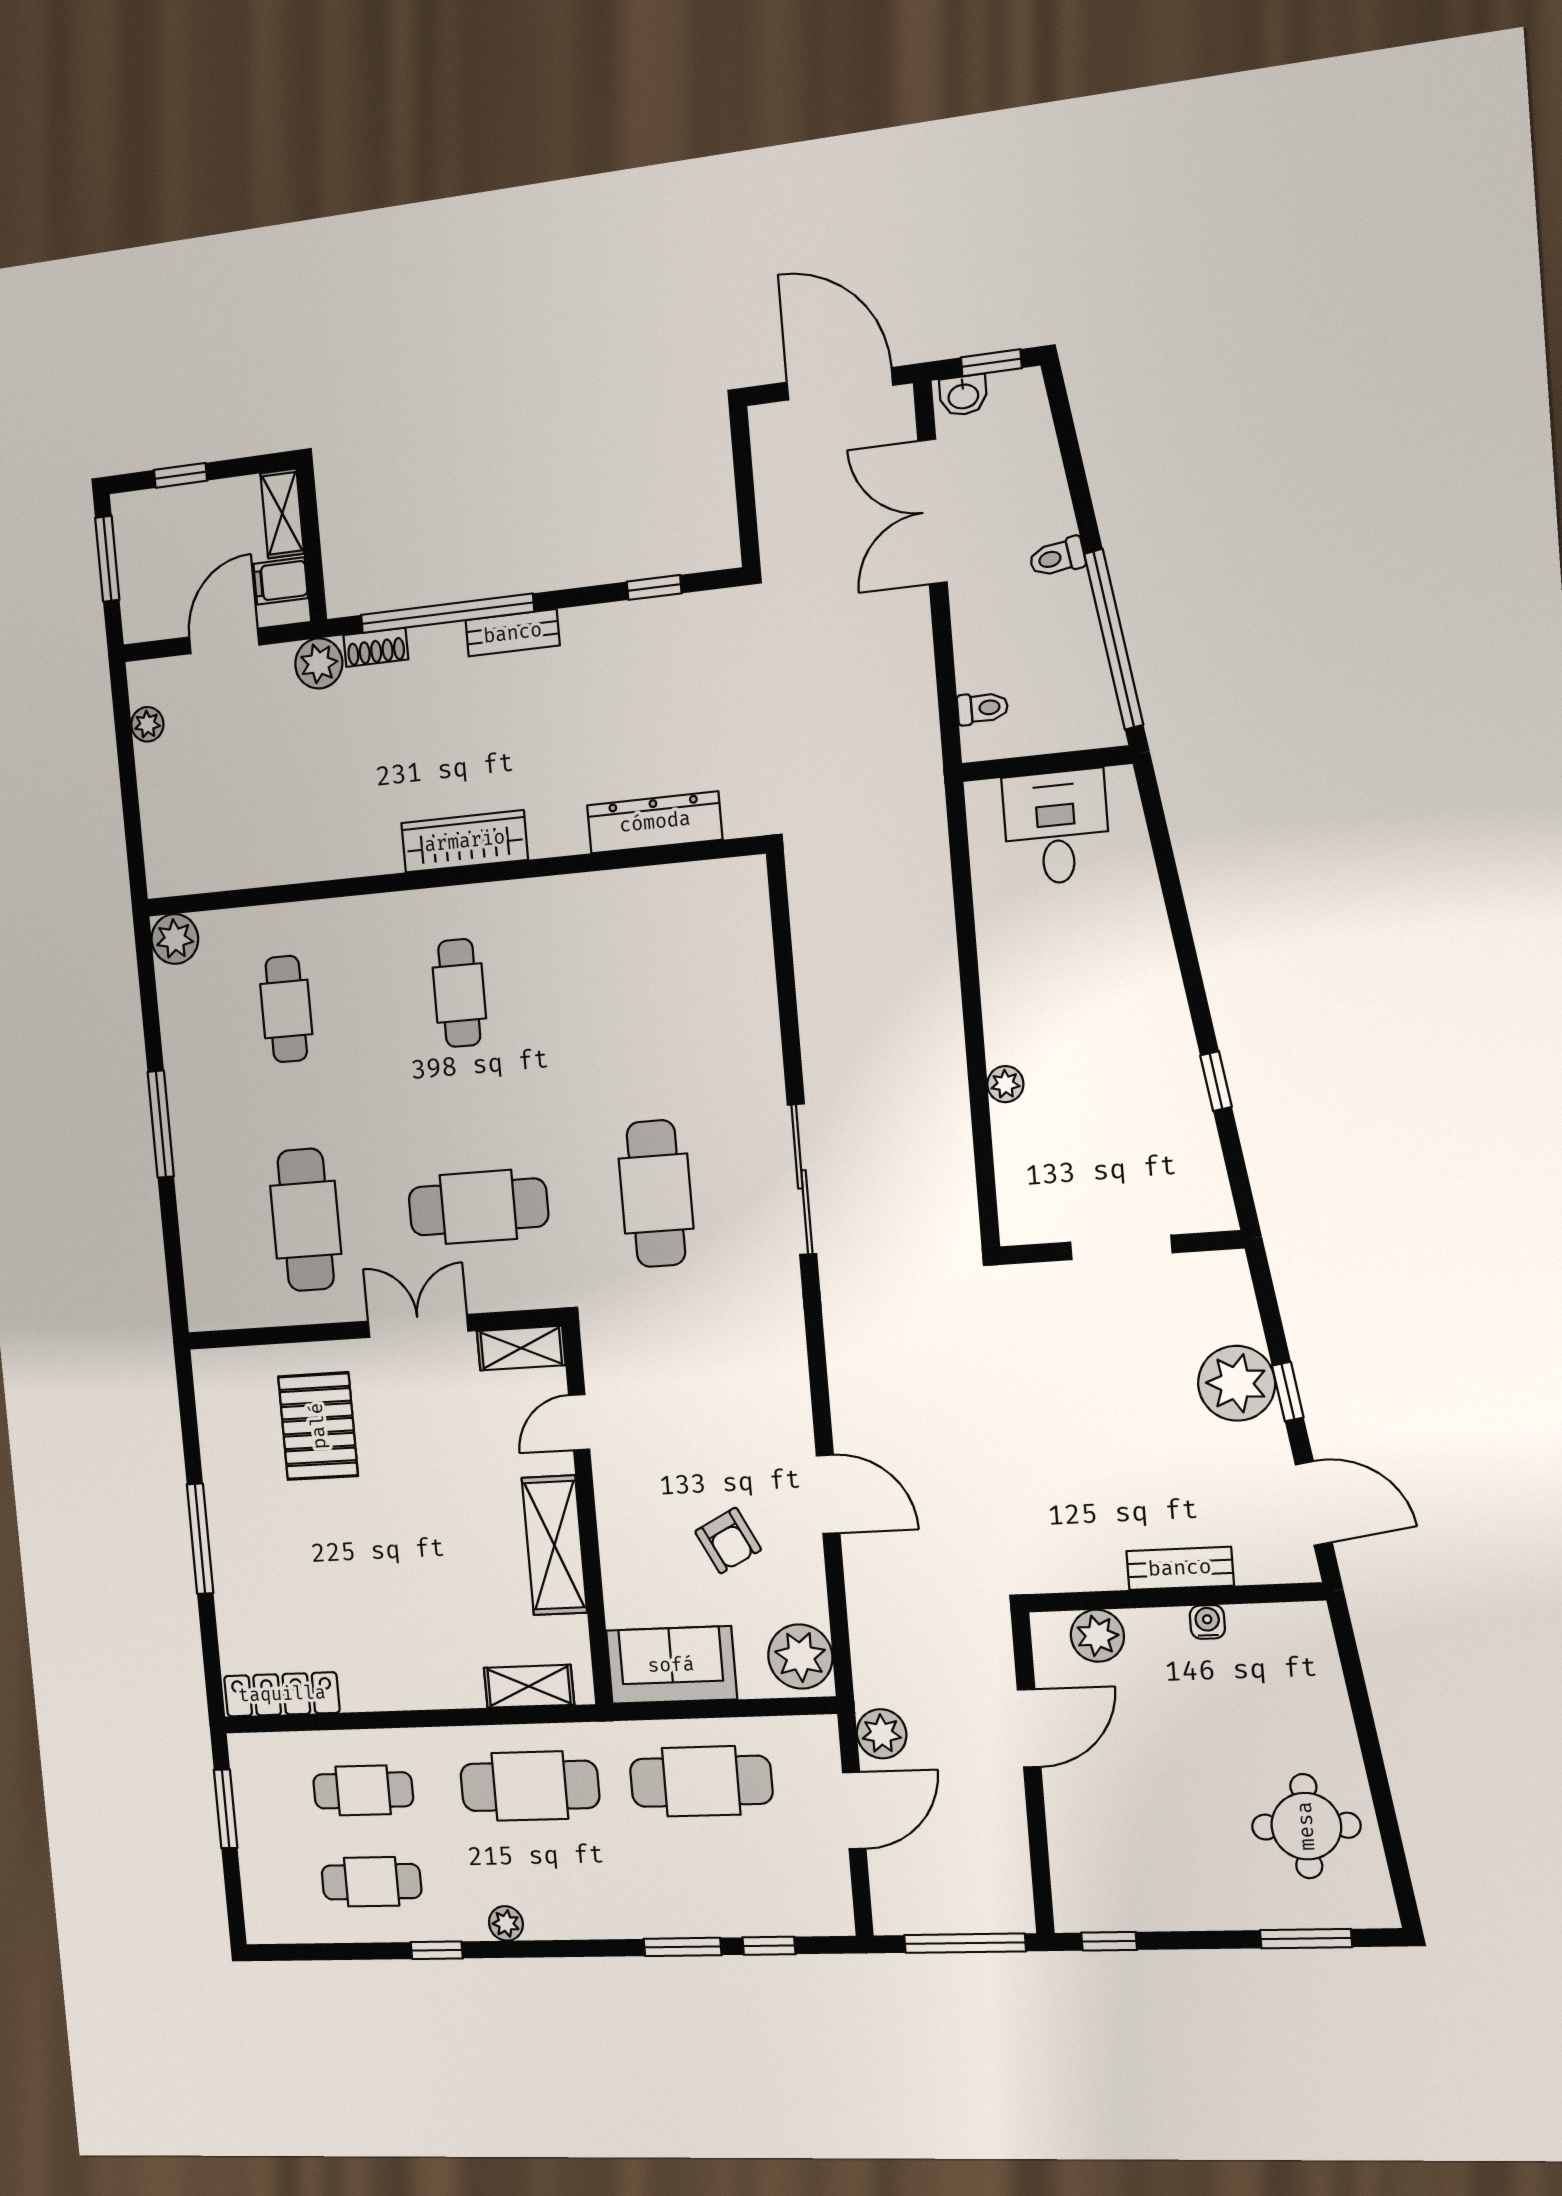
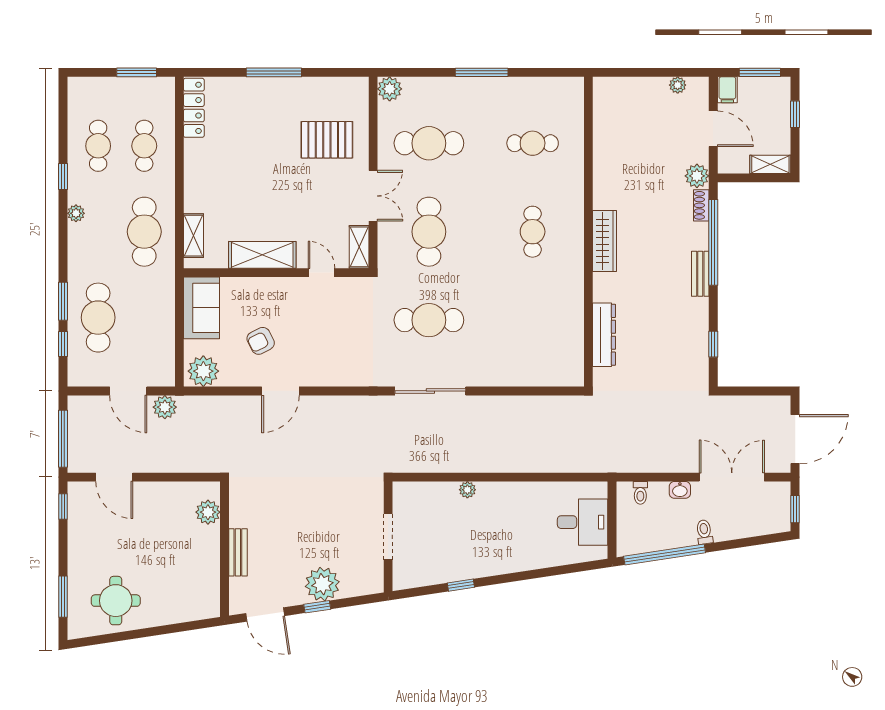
washbasin: (963, 395) -> (680, 490), moved, turned -90
filing cabinet: (281, 581) -> (727, 90), moved, turned 180
plant: (175, 939) -> (390, 89), moved
cafe table: (459, 993) -> (533, 232), turned 90
door: (1314, 1503) -> (265, 615), hinge flipped
water cooler: (1207, 1622) -> (212, 563), removed
door: (1029, 1728) -> (114, 477), moved
cafe table: (701, 1781) -> (98, 318), moved

